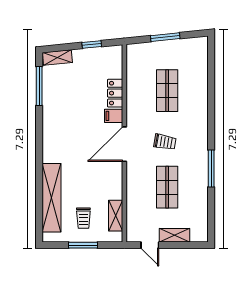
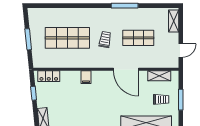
shop shelf: (167, 91) -> (67, 38), width x1.43, depth x1.36
locker: (115, 93) -> (49, 76), moved
door: (124, 144) -> (126, 69), moved
shelving: (174, 235) -> (174, 21), moved

